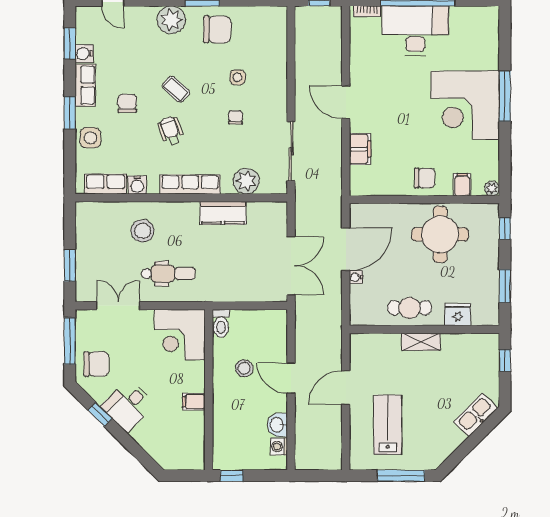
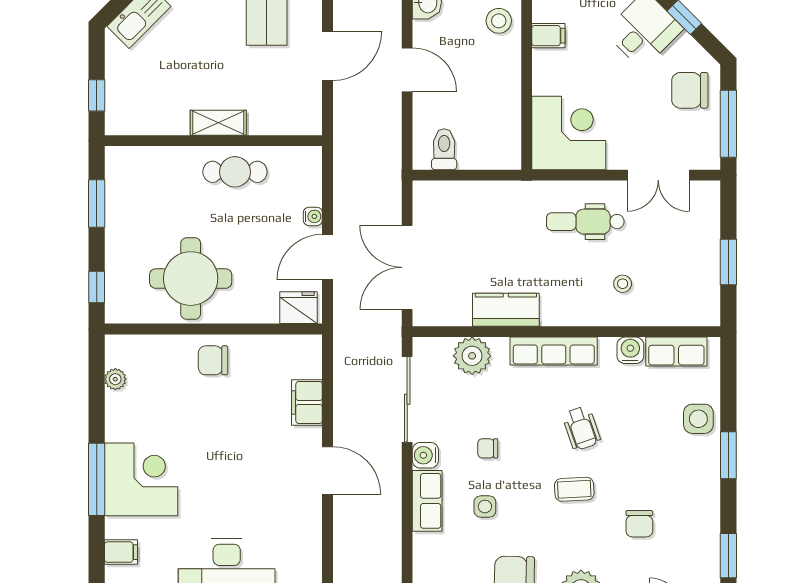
water cooler: (84, 54) -> (425, 455), moved, turned 180
row of seats: (85, 85) -> (427, 501), moved, turned 180
coffee table: (176, 89) -> (574, 489), turned -45
chair: (127, 103) -> (639, 524), moved
corner desk: (465, 105) -> (141, 479), width x0.74, depth x0.74
chair: (235, 117) -> (488, 448), turned 90
filing cabinet: (462, 185) -> (121, 552), moved, turned -90
plant: (492, 189) -> (115, 379), moved
stool: (143, 231) -> (623, 284), width x0.53, depth x0.53
door: (346, 249) -> (328, 257), width x0.73
window: (70, 265) -> (728, 262), moved
double door: (291, 266) -> (407, 267), moved
fridge: (458, 315) -> (298, 308), moved, turned 180
toilet: (221, 323) -> (444, 149), moved
stool: (244, 368) -> (499, 21), moved

